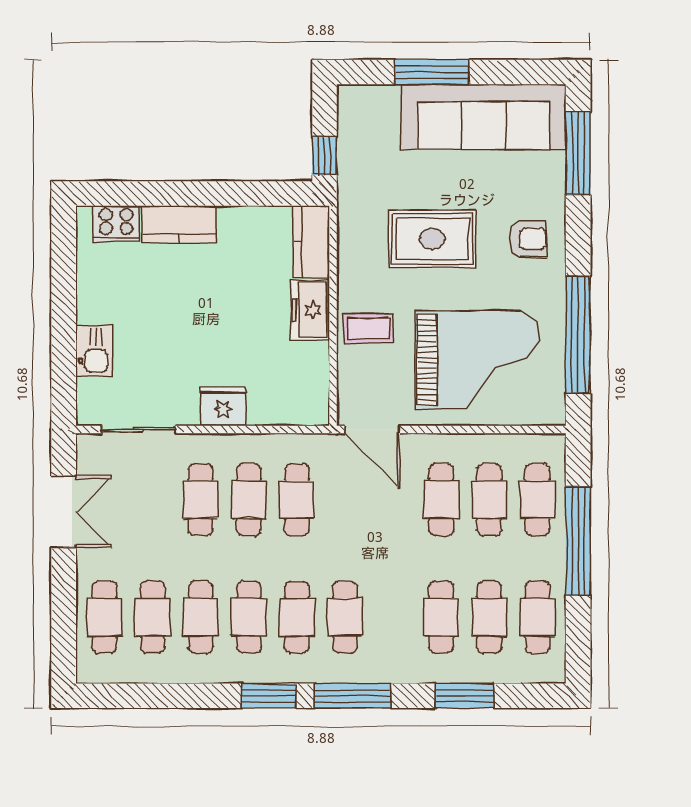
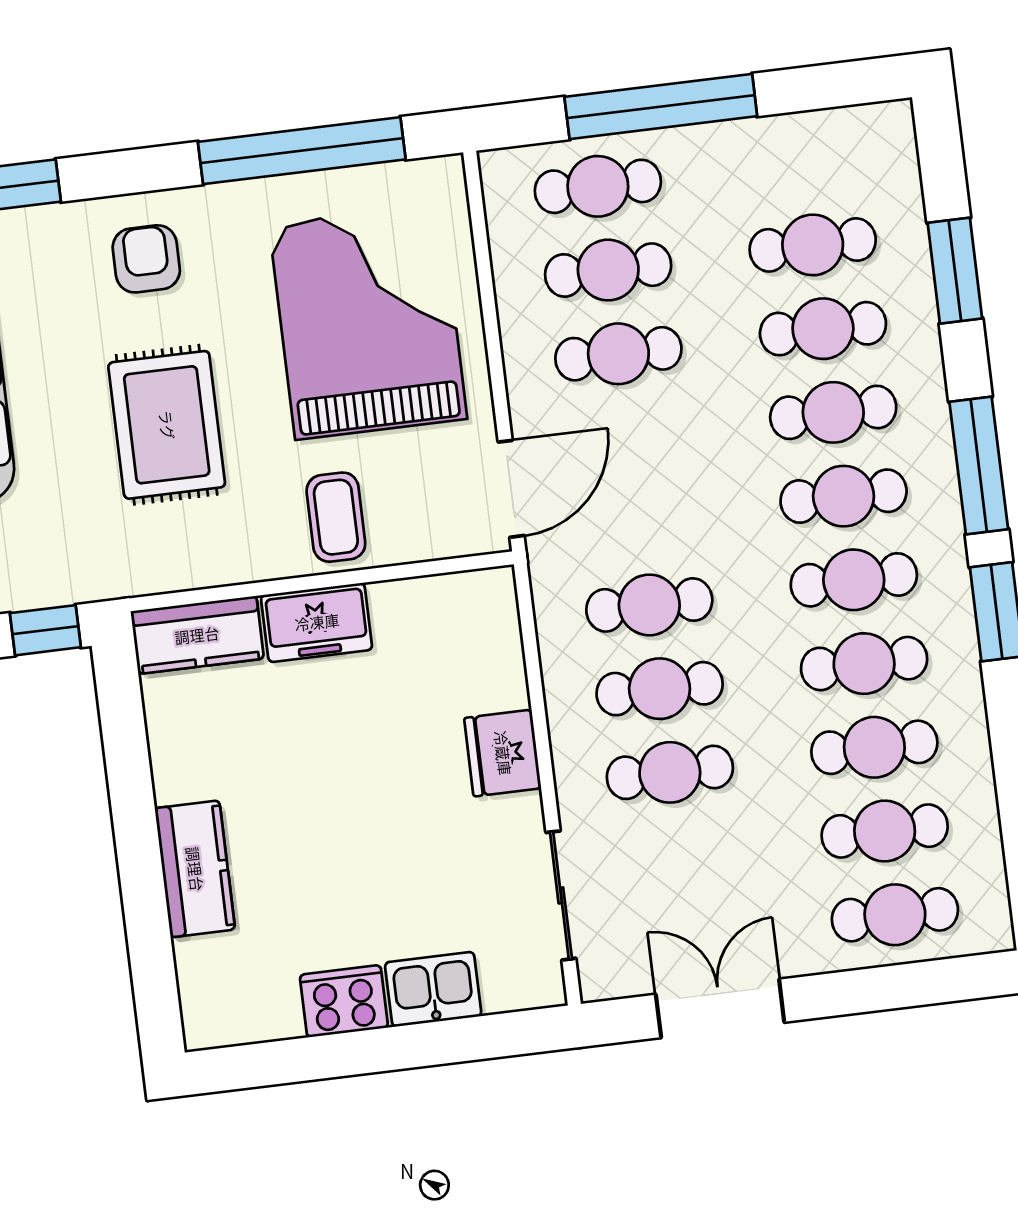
cooker: (116, 224) -> (344, 1001), moved, turned -90
cafe table: (537, 617) -> (833, 412), moved

